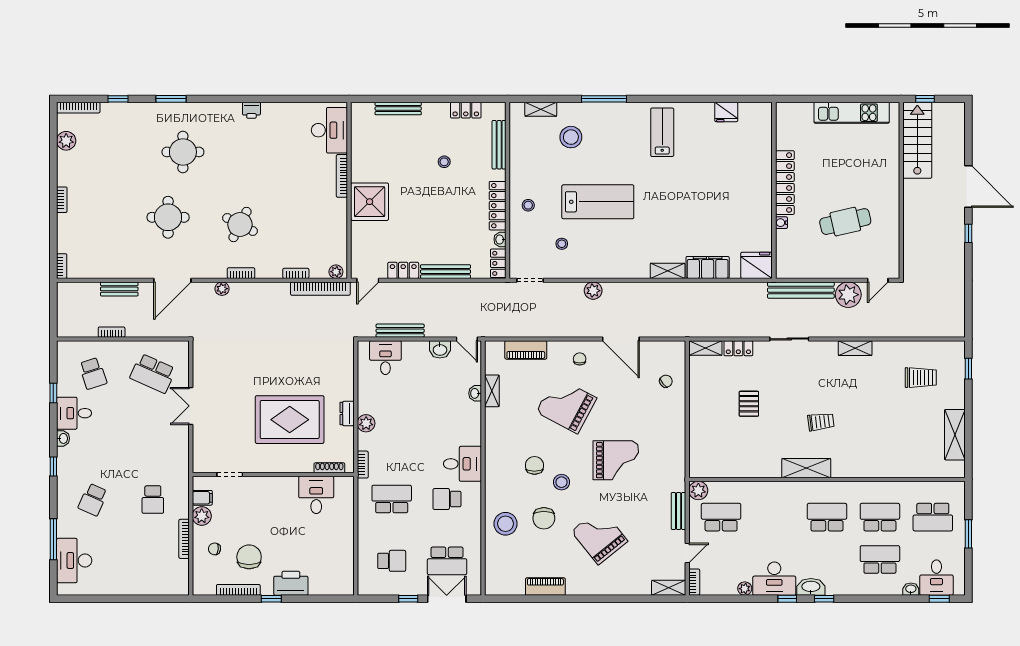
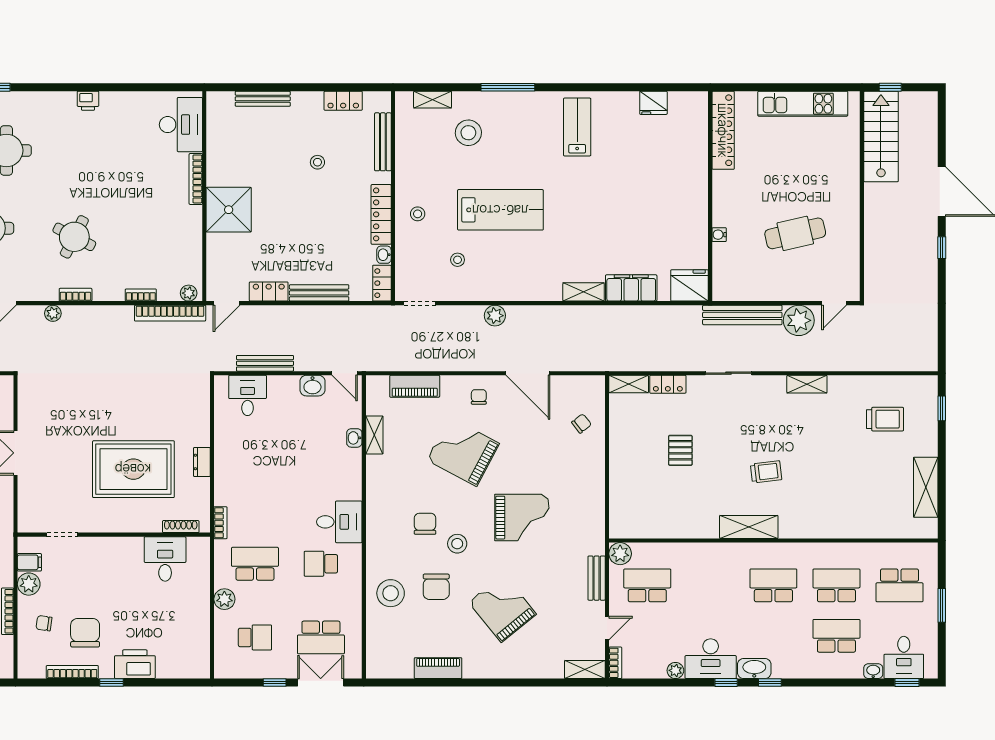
locker: (785, 183) -> (723, 130), moved
plant: (366, 423) -> (224, 599), moved

